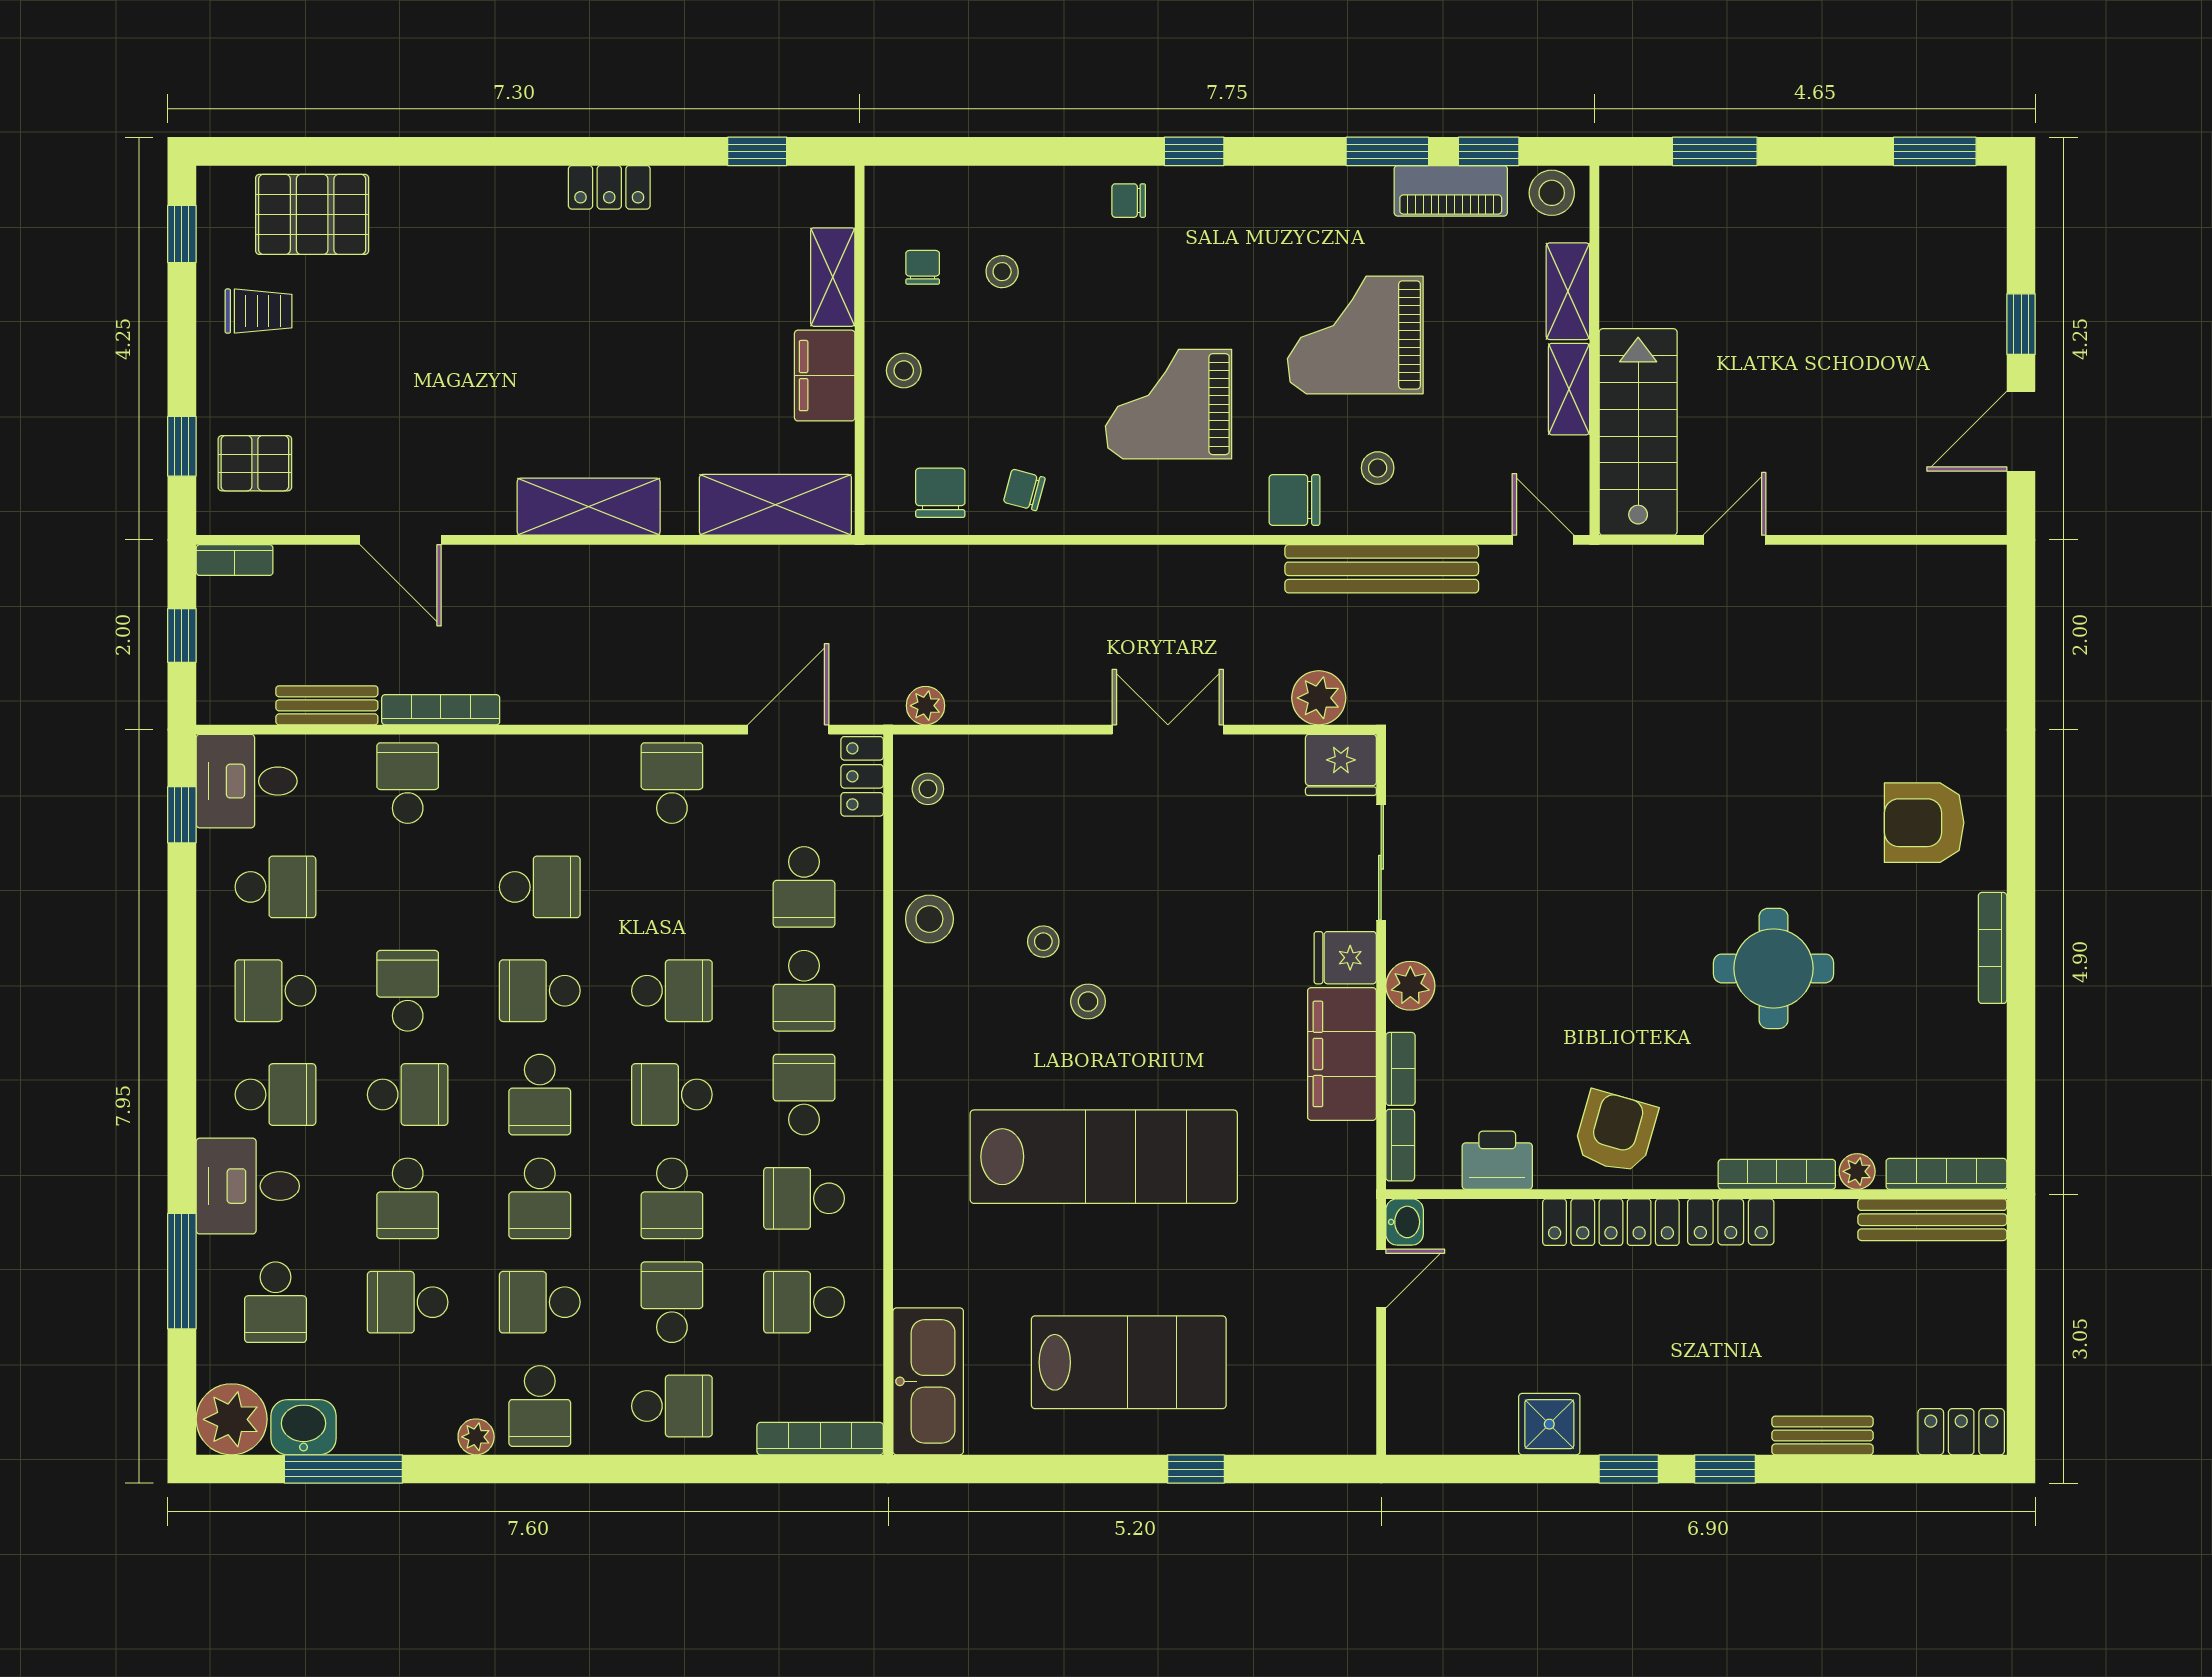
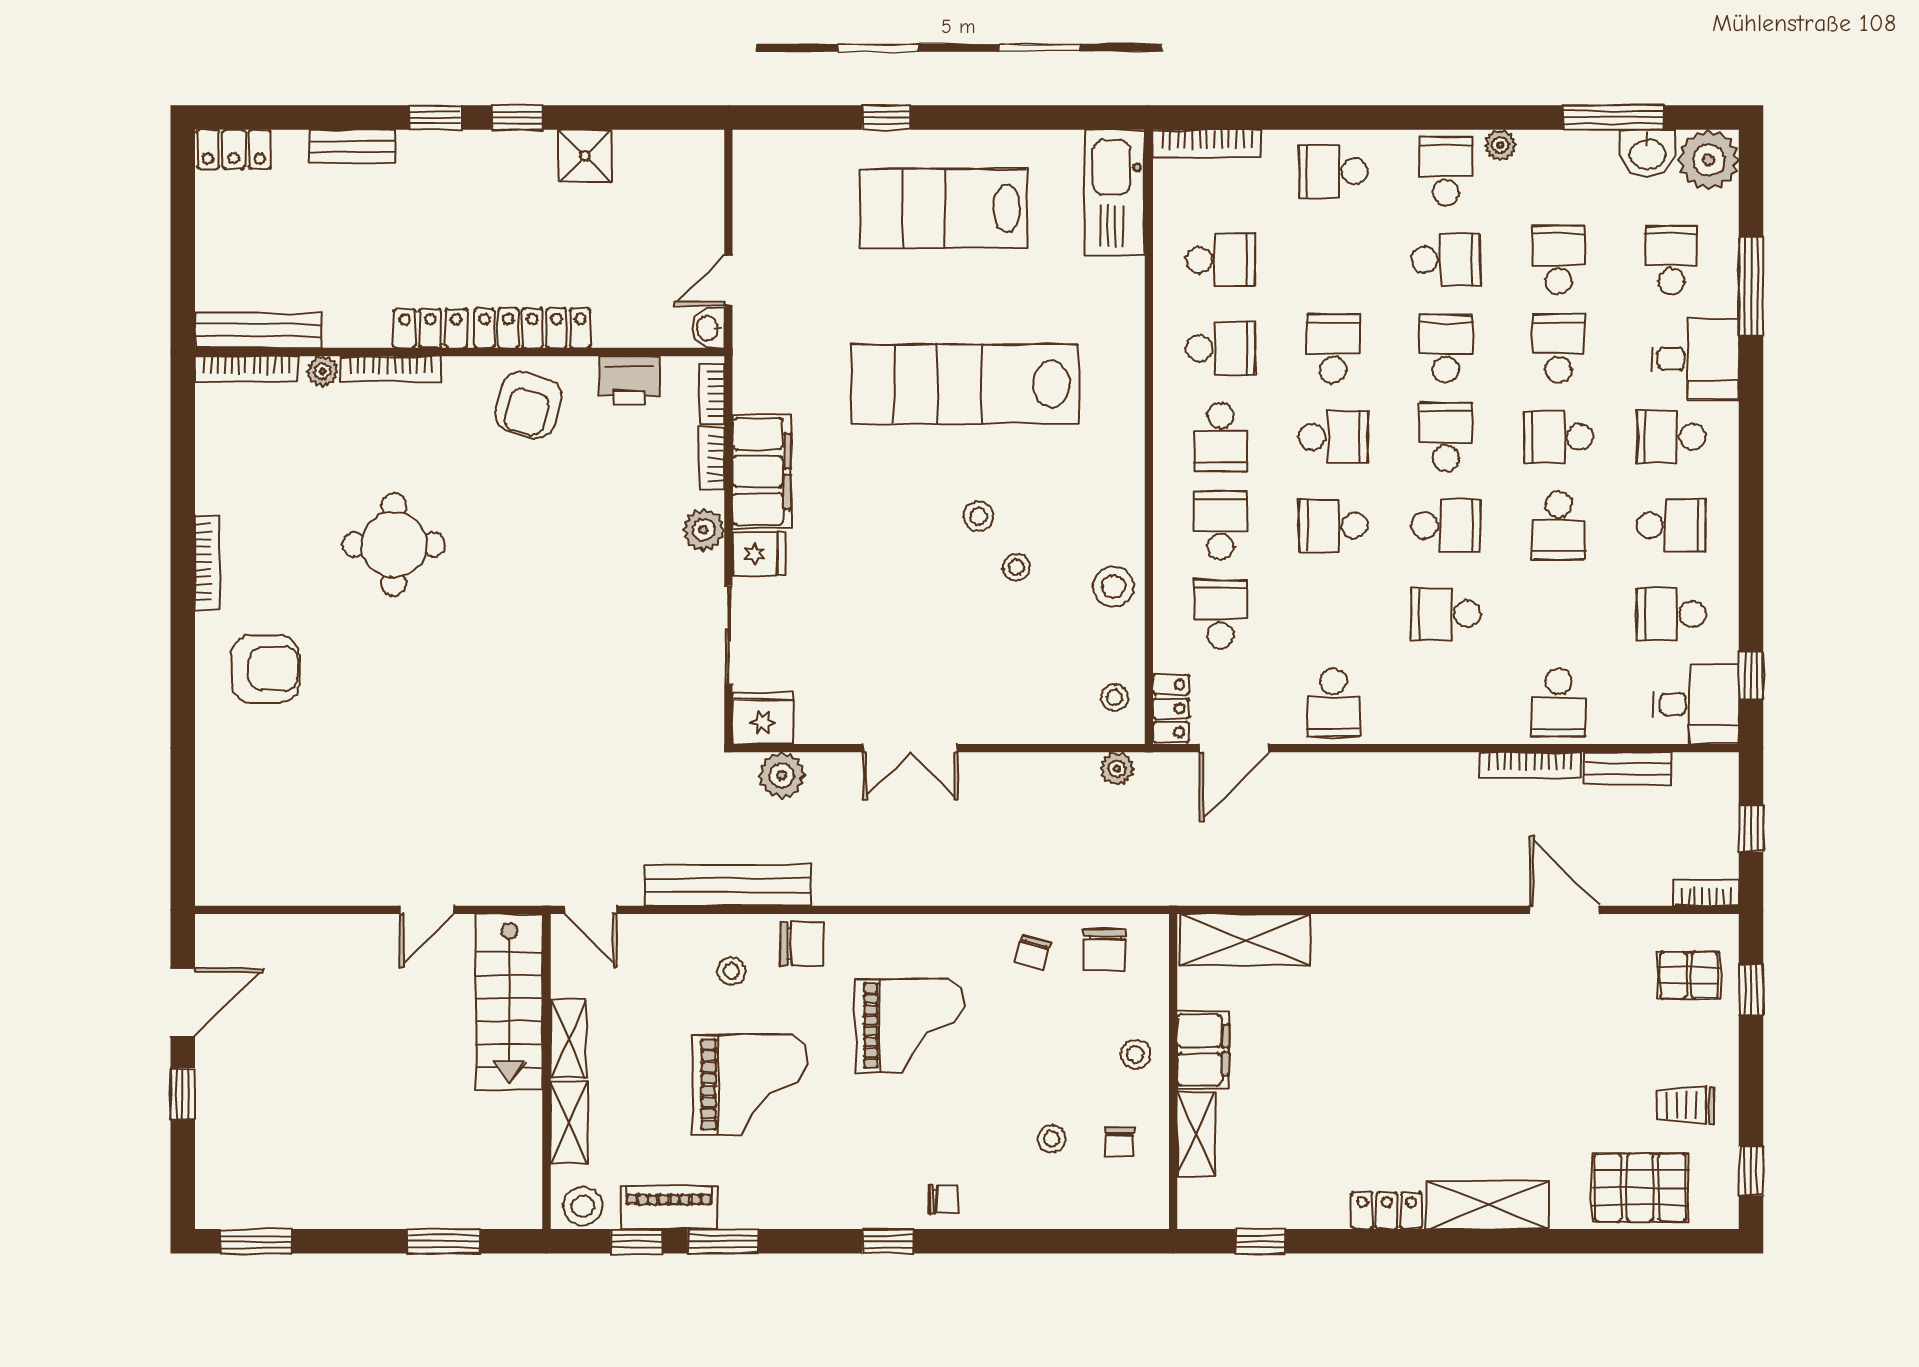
chair: (1024, 490) -> (1033, 953), turned 90
shelving: (589, 507) -> (1488, 1205), moved
school desk: (408, 1302) -> (1559, 260), turned -90
school desk: (672, 1302) -> (1333, 260), removed

